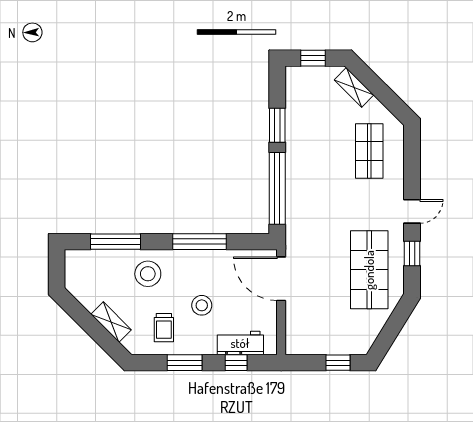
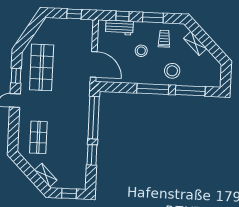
window: (200, 242) -> (153, 89), moved
window: (338, 363) -> (74, 14), moved

